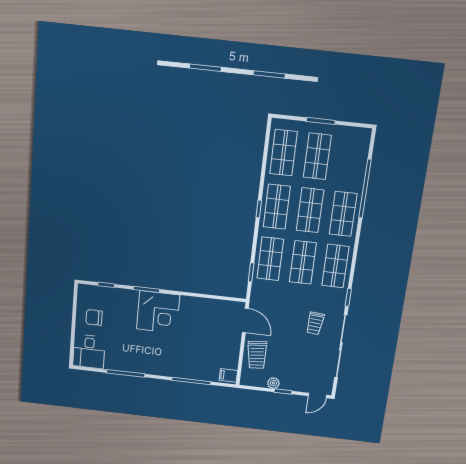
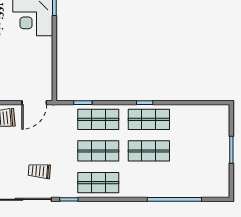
shop shelf: (284, 153) -> (199, 119), removed
shop shelf: (317, 156) -> (199, 151), removed
shop shelf: (343, 214) -> (149, 183), removed

